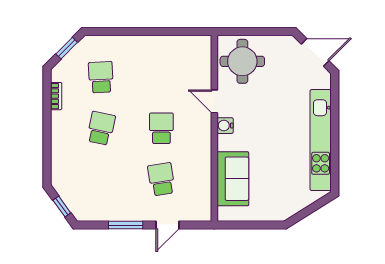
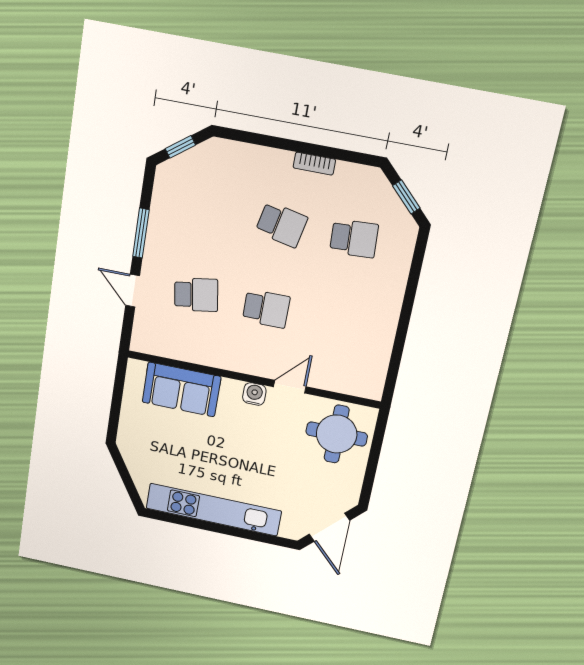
bookcase: (56, 96) -> (314, 164), moved

